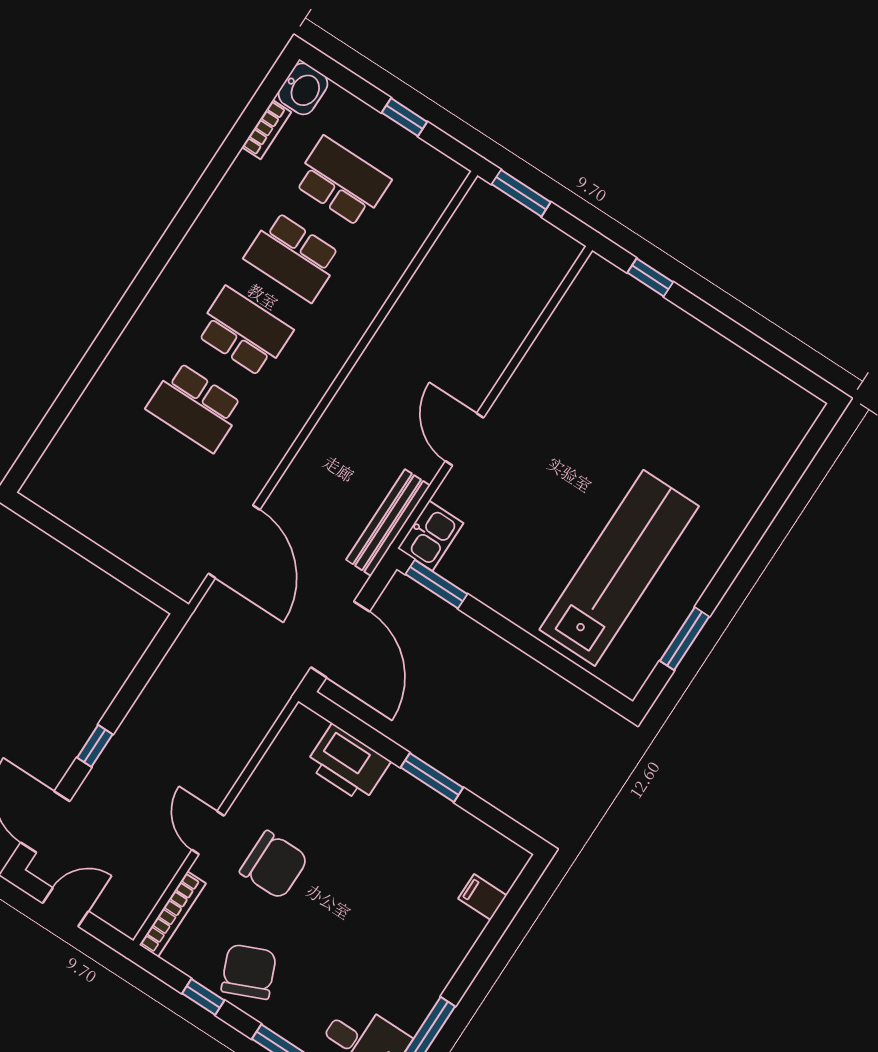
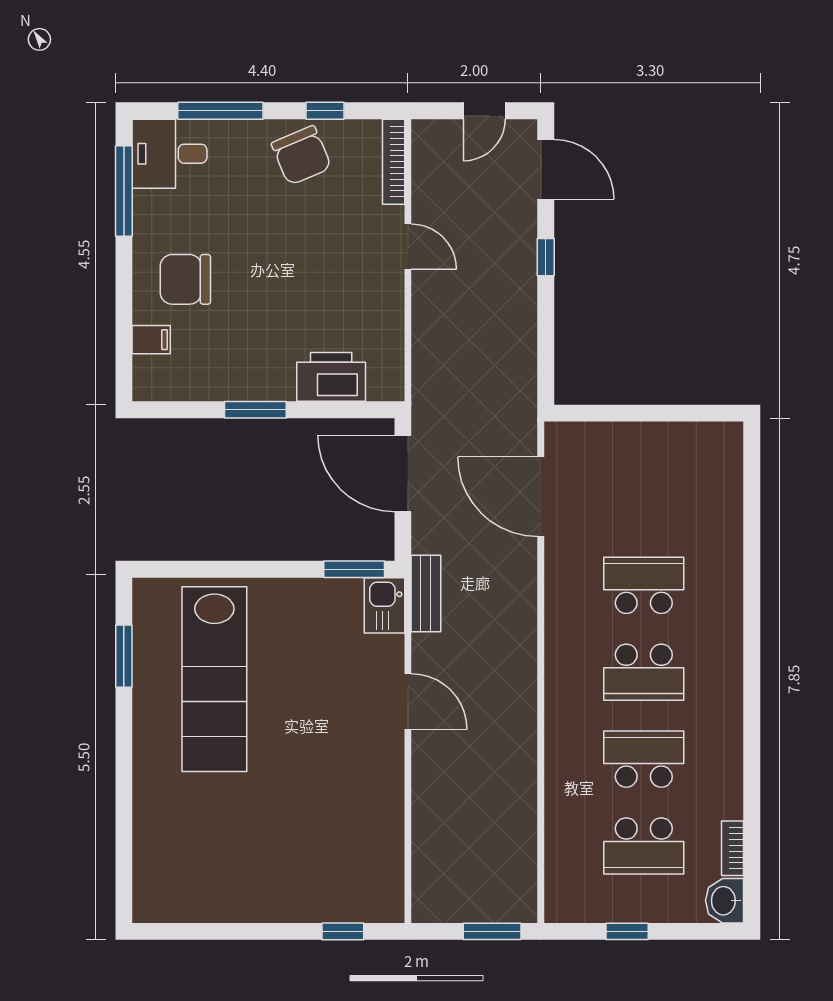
bench: (388, 523) -> (426, 594), width x0.73
chair: (274, 865) -> (185, 279), moved

